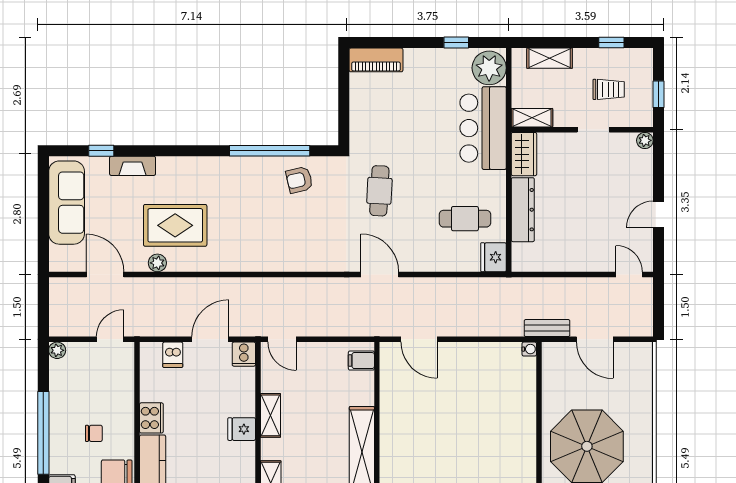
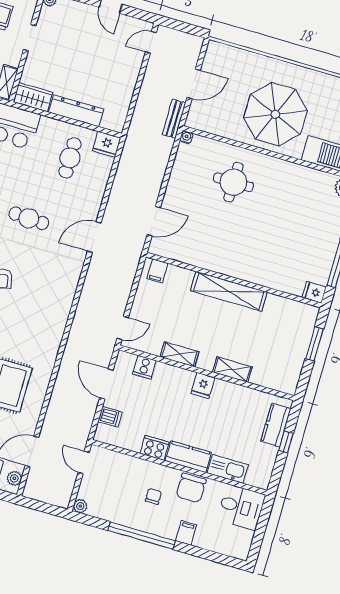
plant: (157, 263) -> (14, 478), moved
cooker: (244, 354) -> (144, 367), moved, turned 90
round table: (492, 420) -> (233, 182), added
fridge: (242, 429) -> (203, 386), moved

